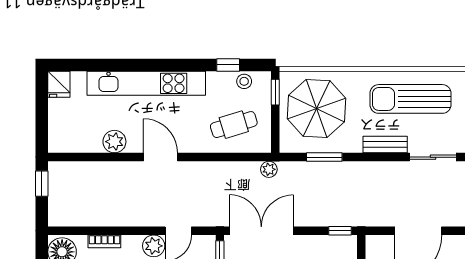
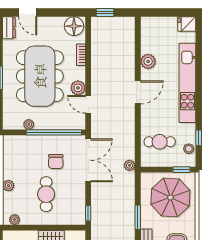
cafe table: (234, 125) -> (160, 142), turned -73
window: (324, 157) -> (138, 217), moved
window: (42, 184) -> (105, 12), moved

